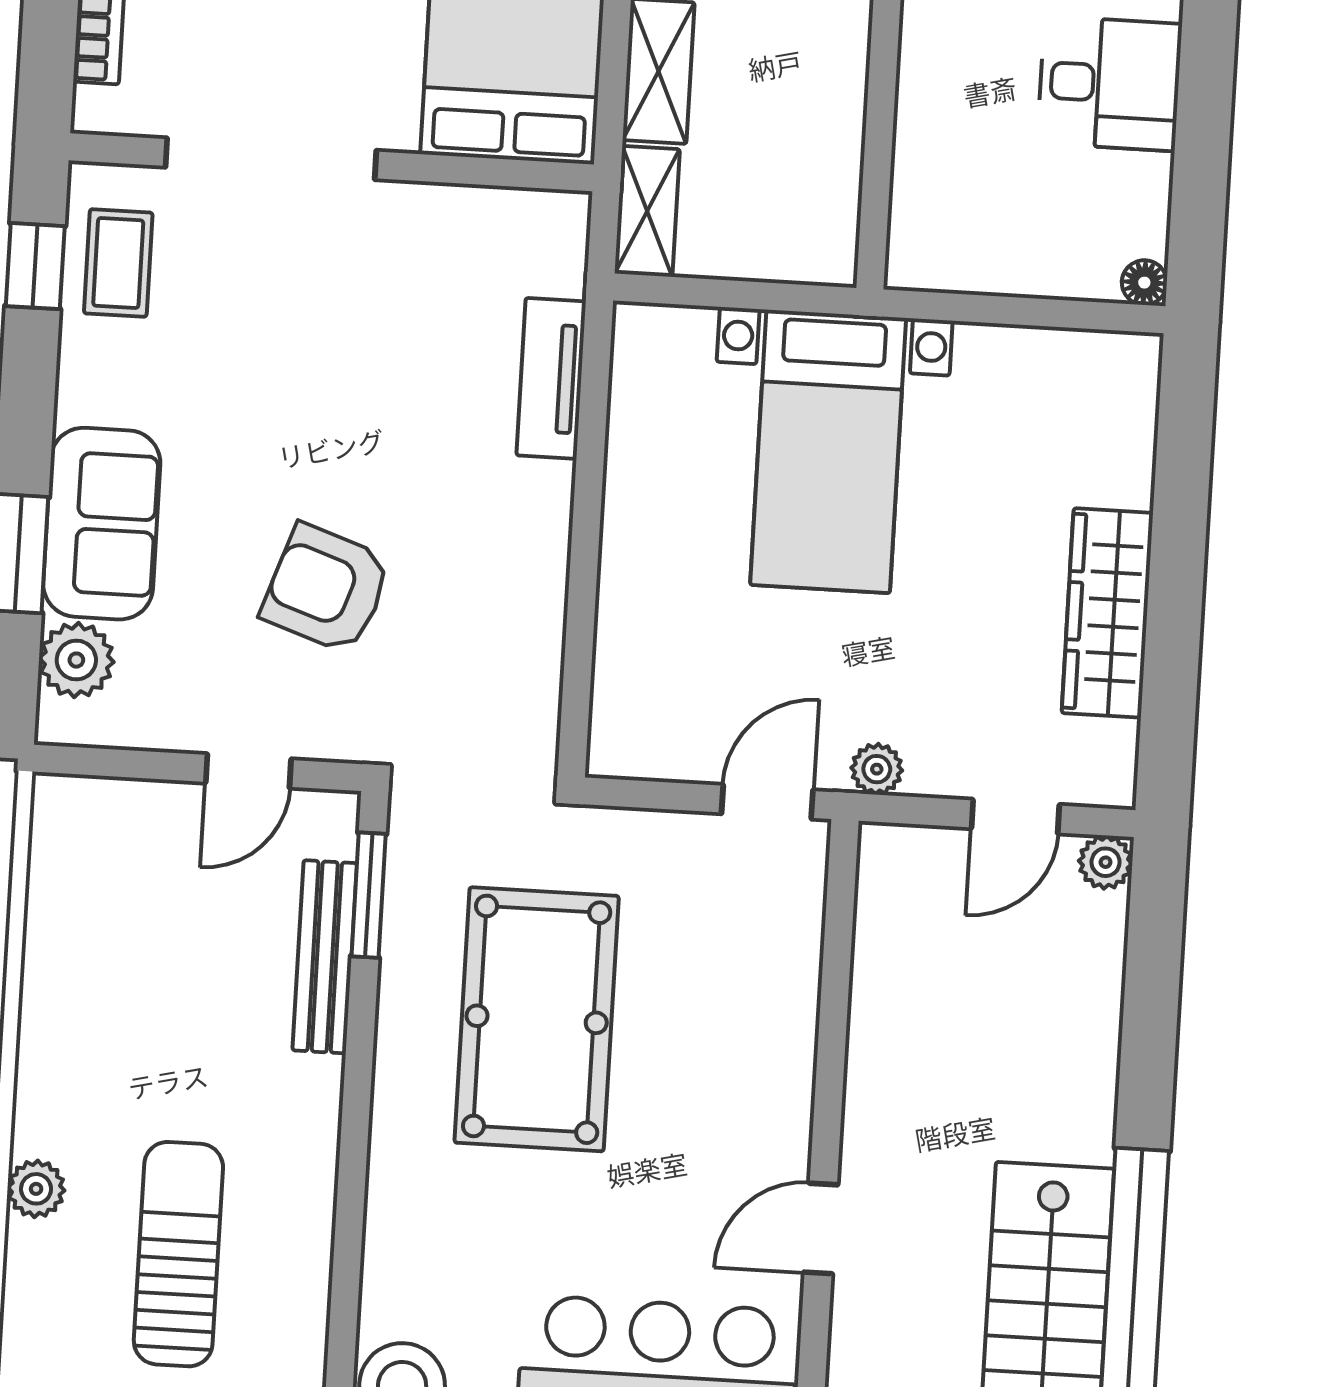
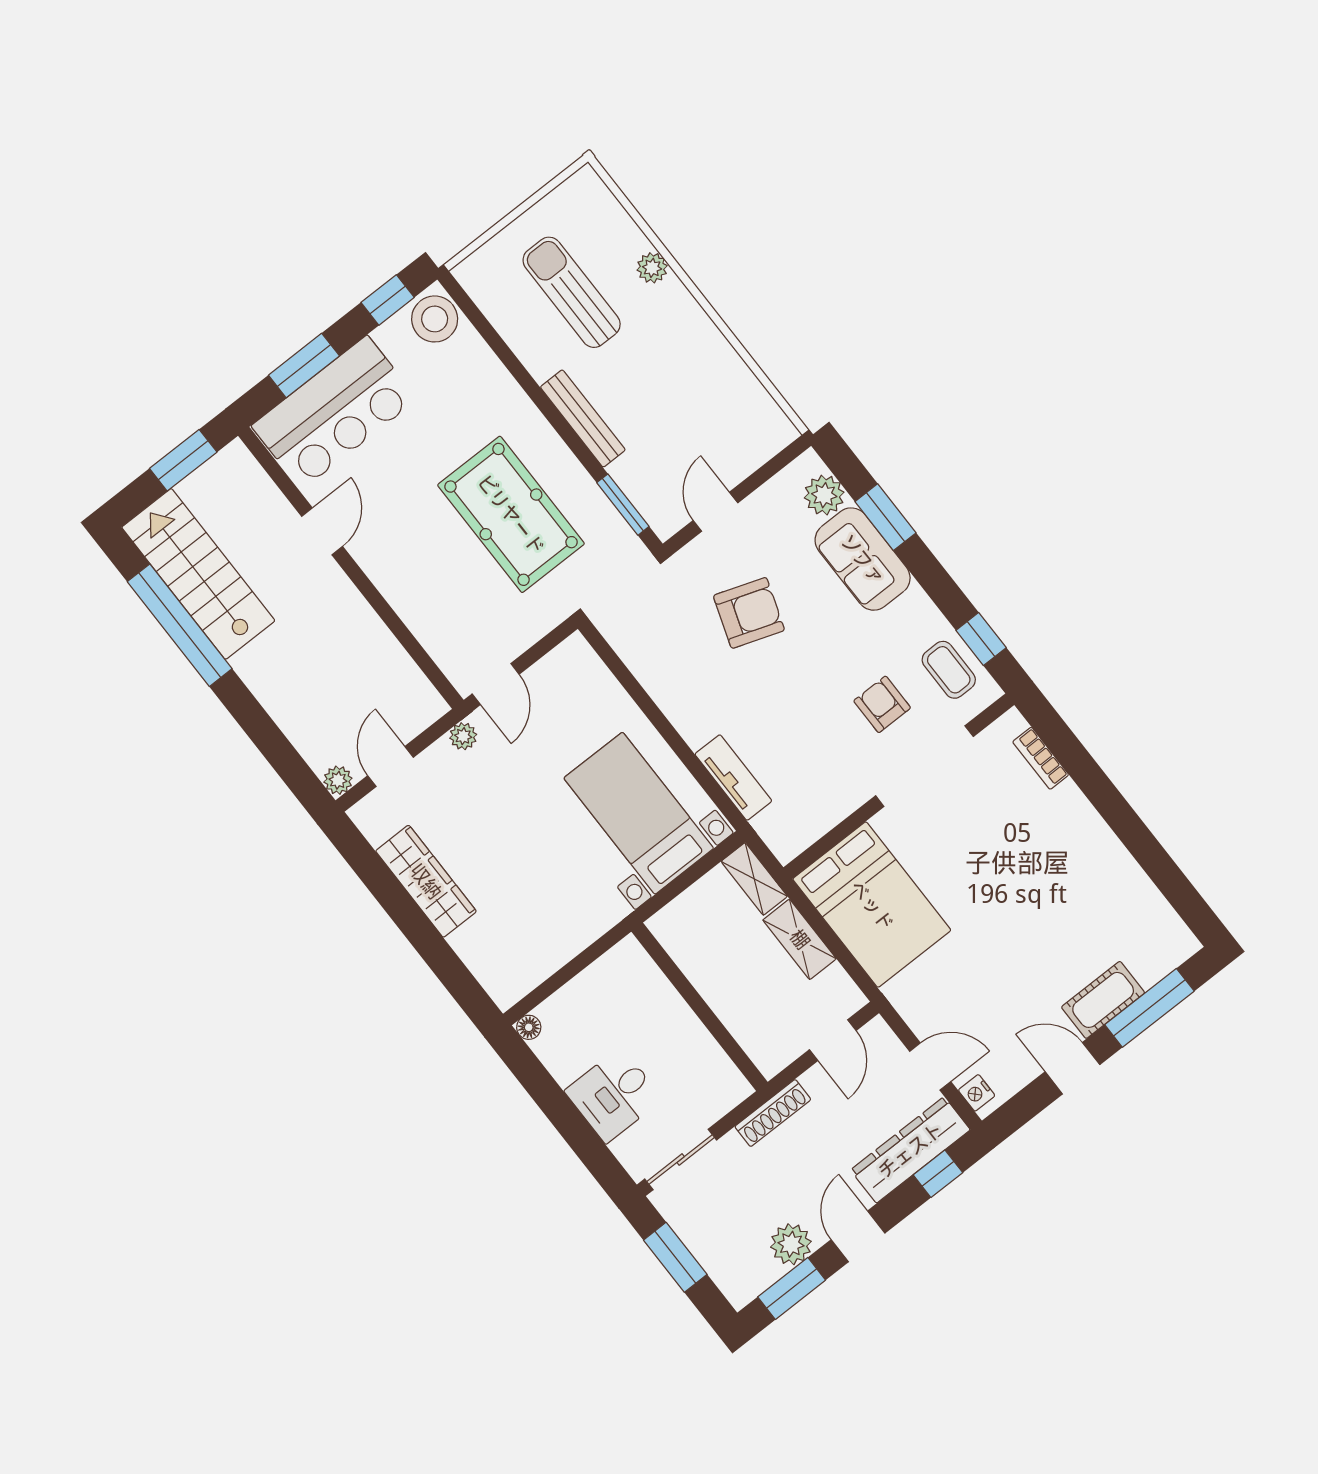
armchair: (254, 297) -> (882, 704), added
bed with nightstands: (828, 451) -> (639, 813), moved
bench: (325, 957) -> (583, 418), moved
sun lounger: (178, 1254) -> (572, 292), turned 180

